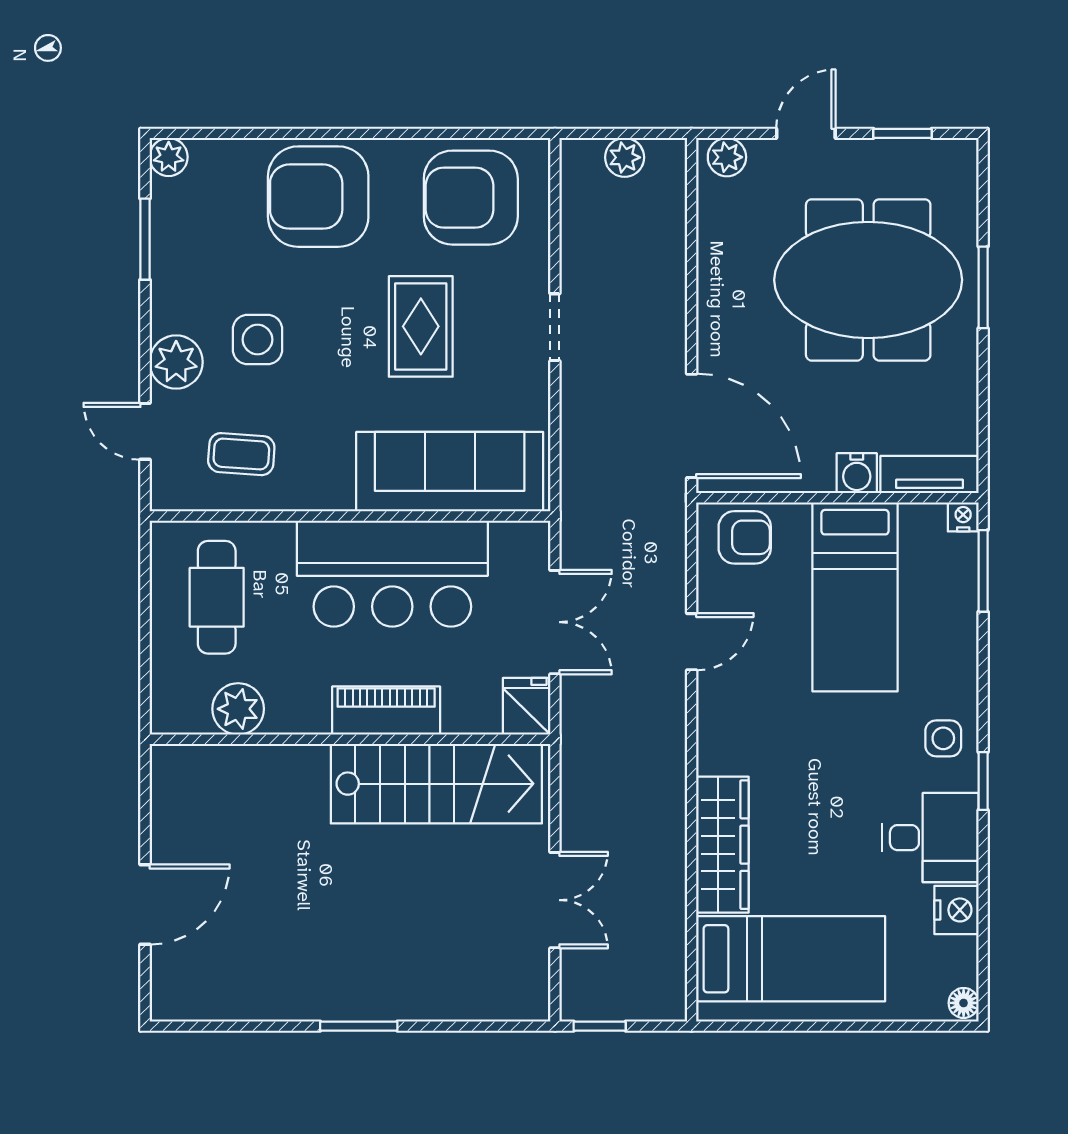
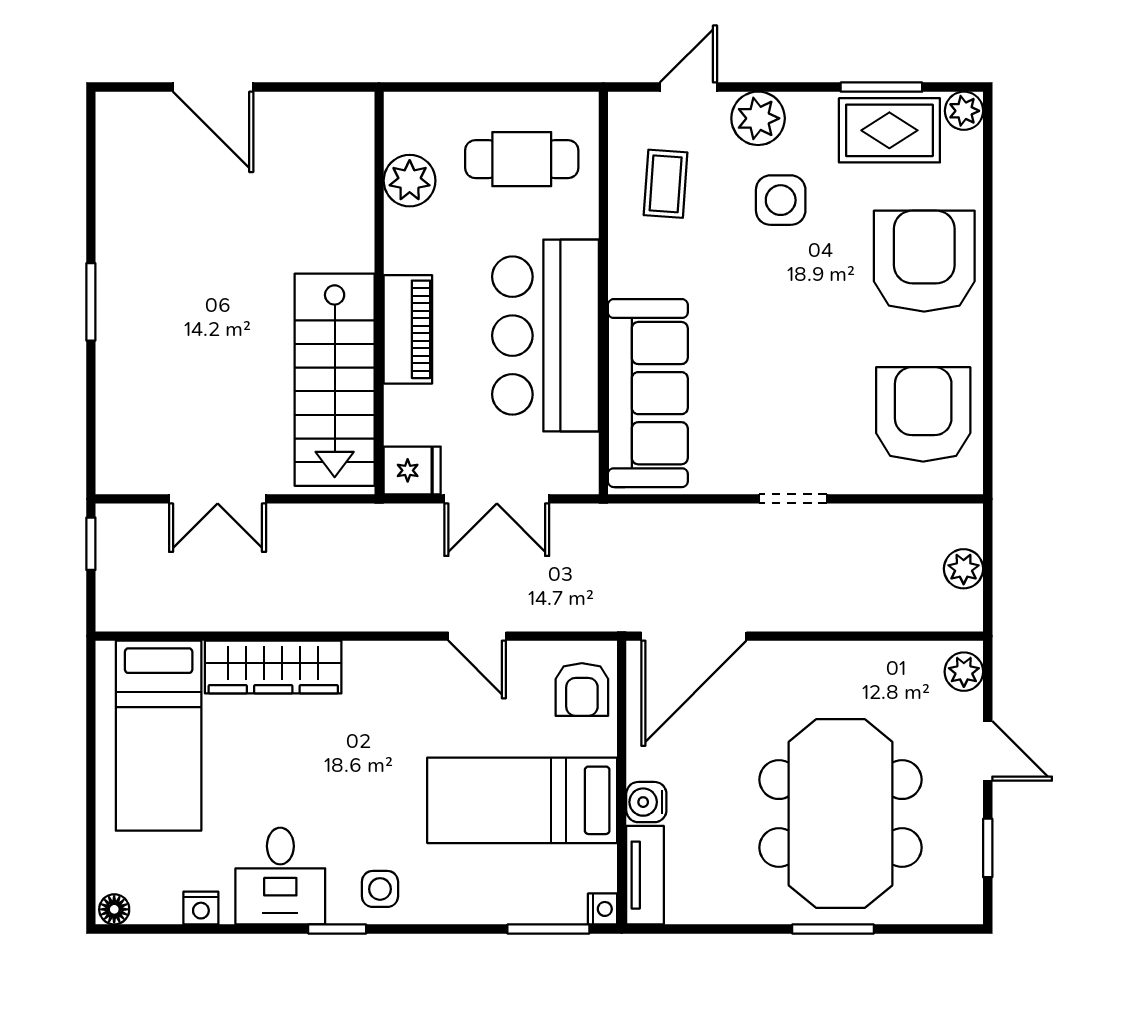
rug: (421, 326) -> (889, 130), moved
nightstand: (956, 910) -> (201, 908), width x0.72, depth x0.74

